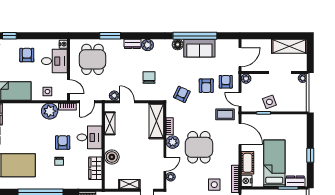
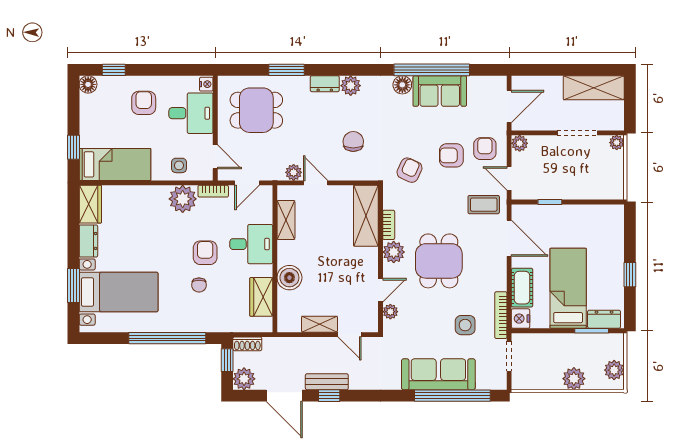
dining table: (92, 59) -> (256, 110), turned 90
armchair: (206, 86) -> (451, 155), turned 90
side table: (269, 102) -> (560, 183), removed

